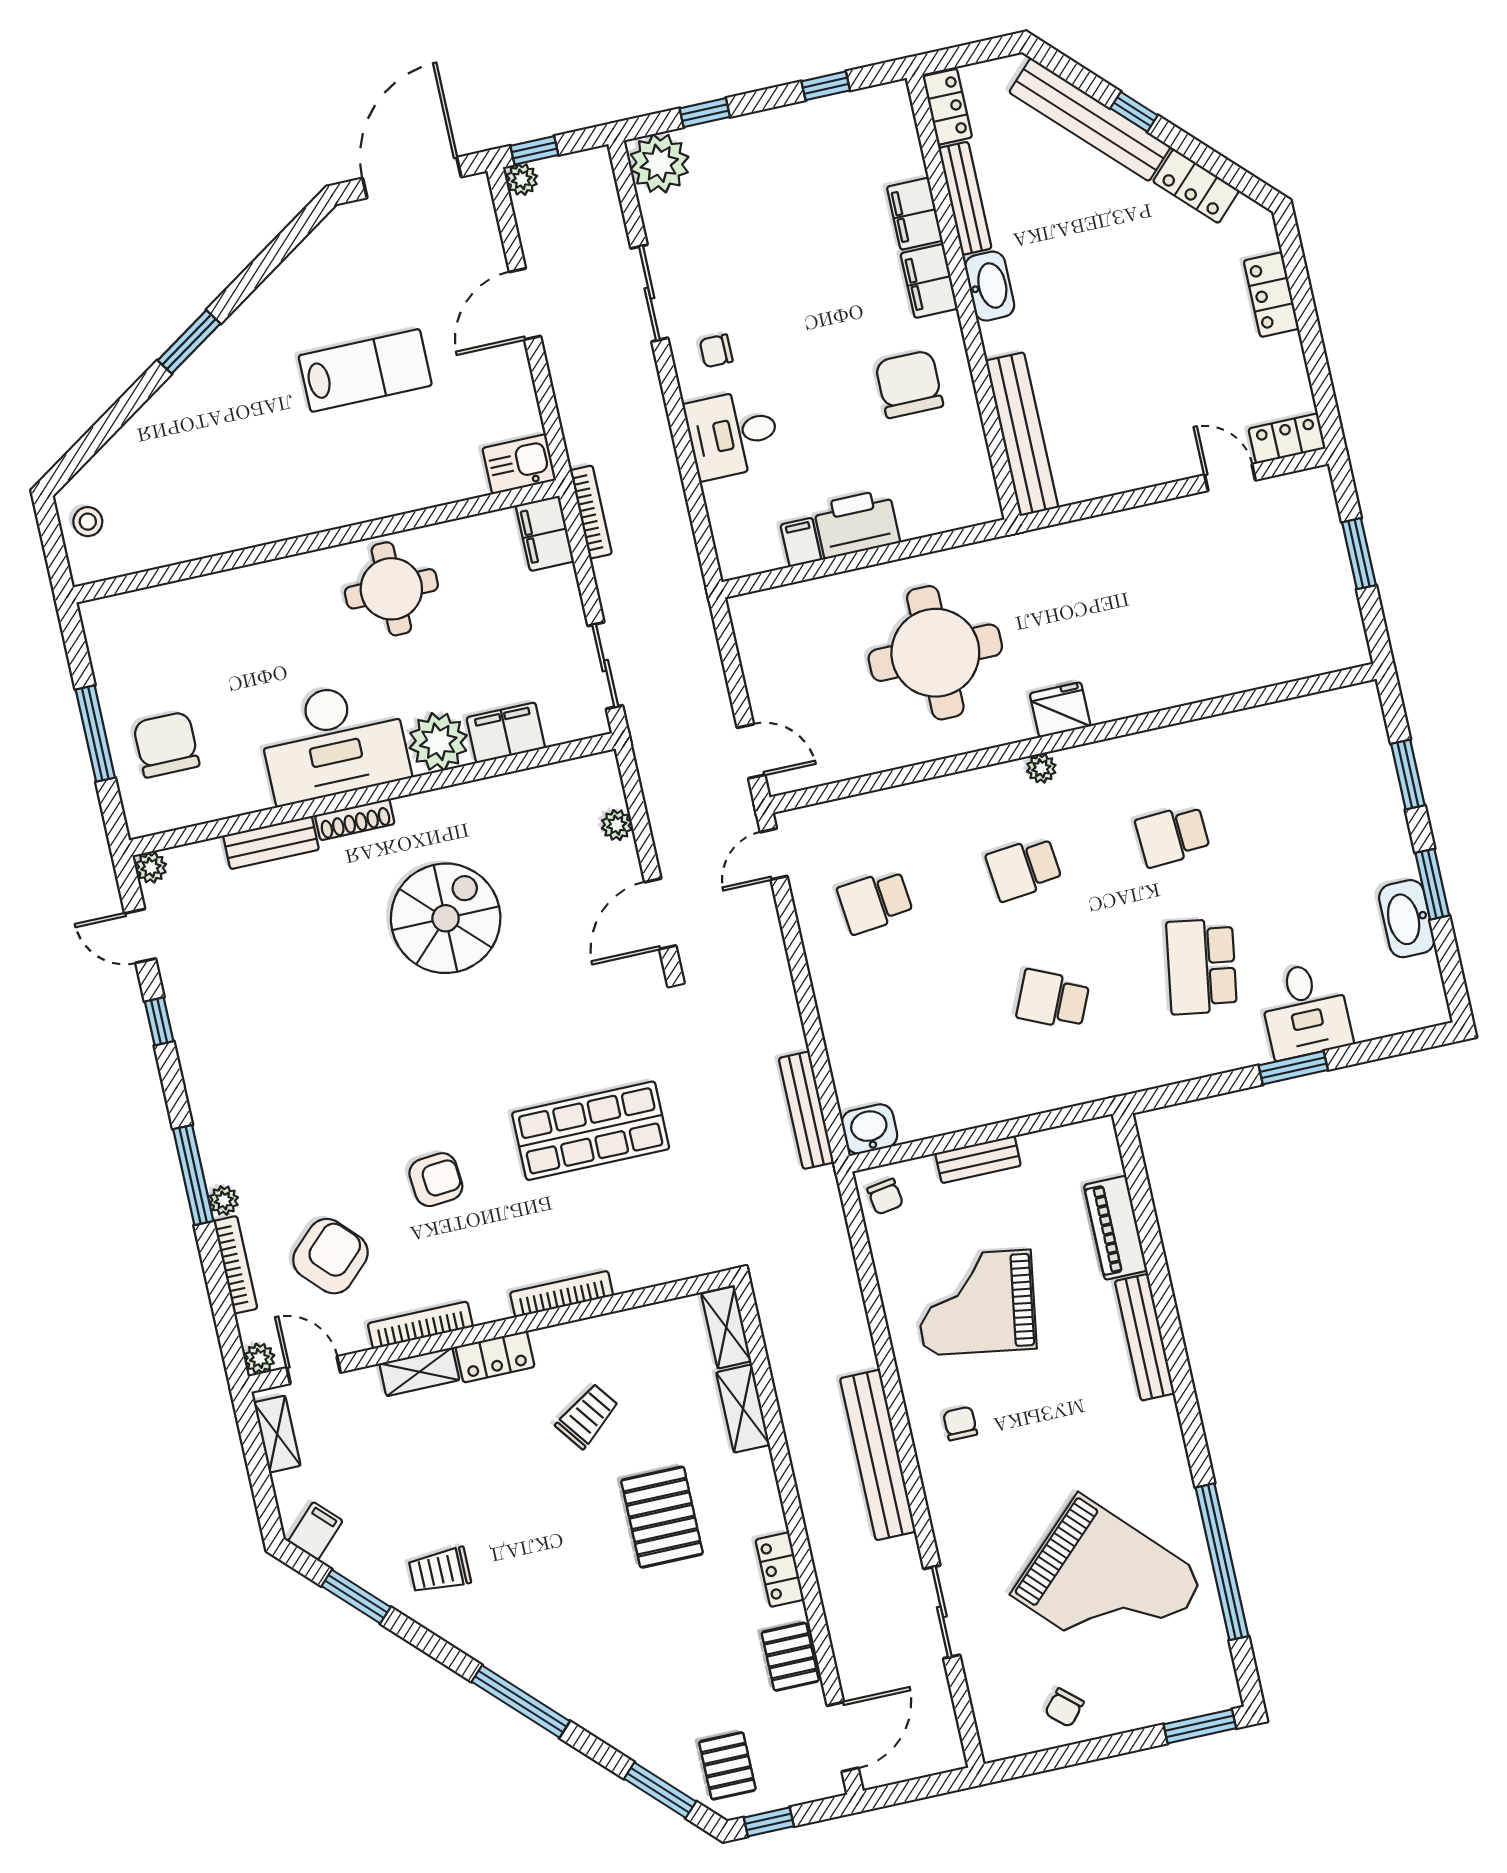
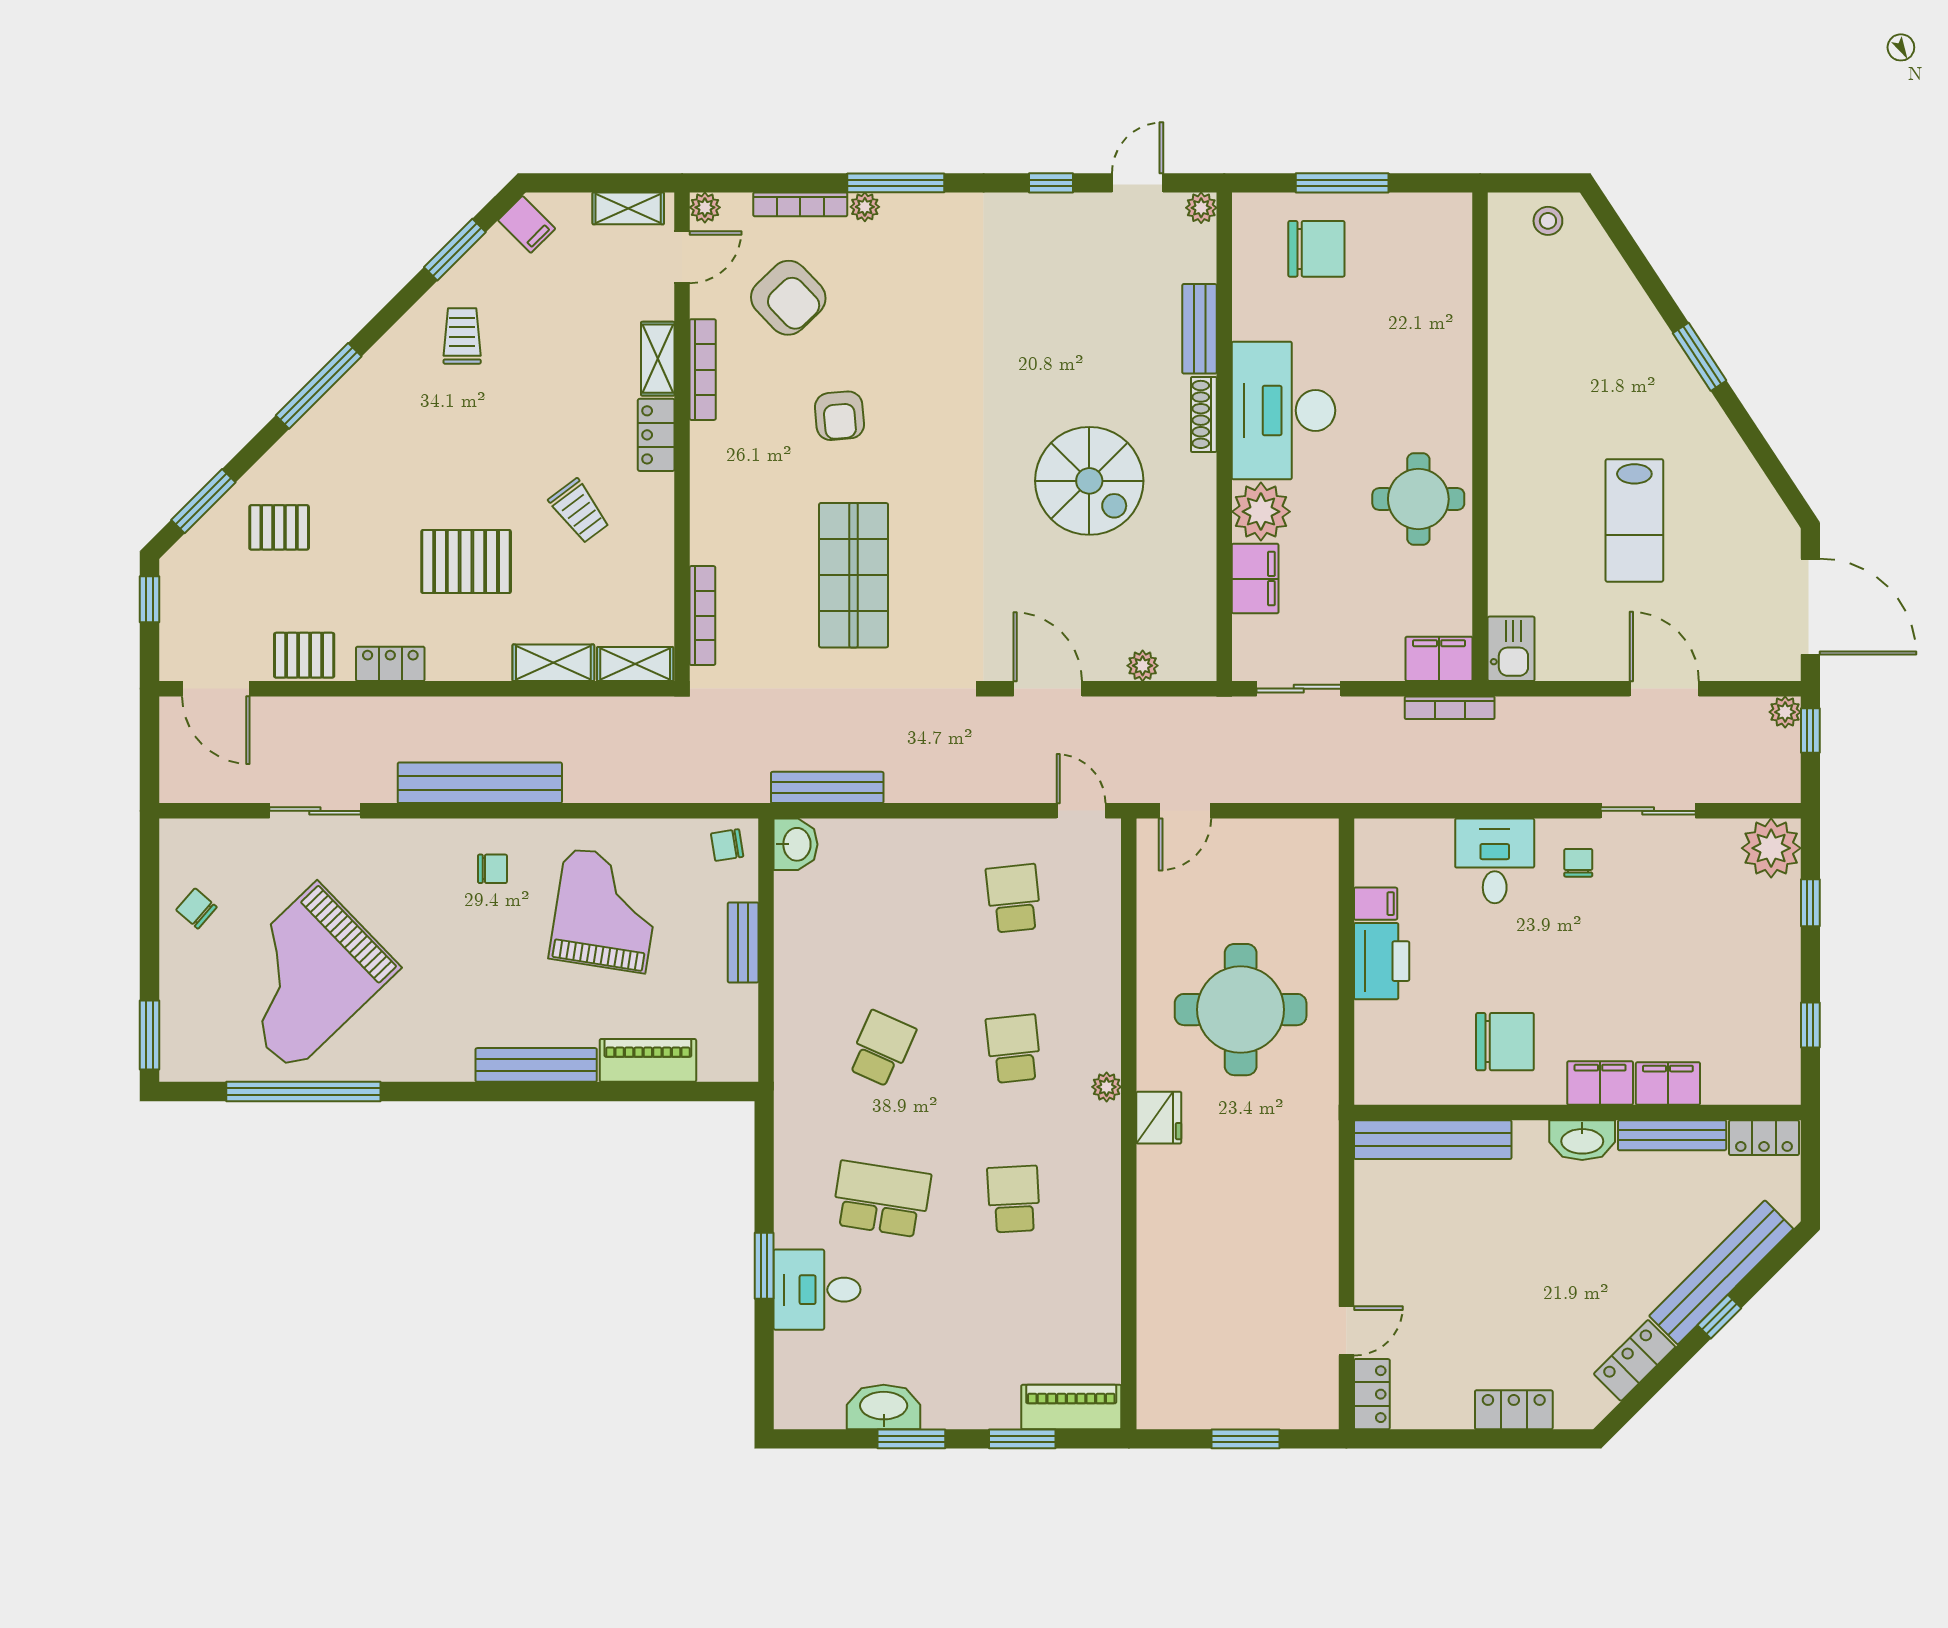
piano: (1366, 733) -> (1071, 1407), added
bookcase: (562, 1294) -> (702, 616), moved
pallet: (727, 1766) -> (279, 527), moved

